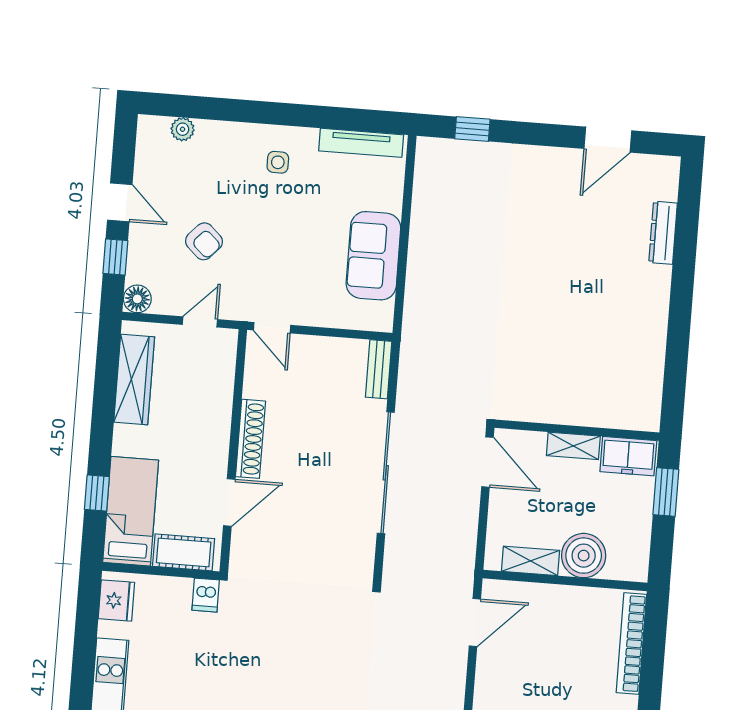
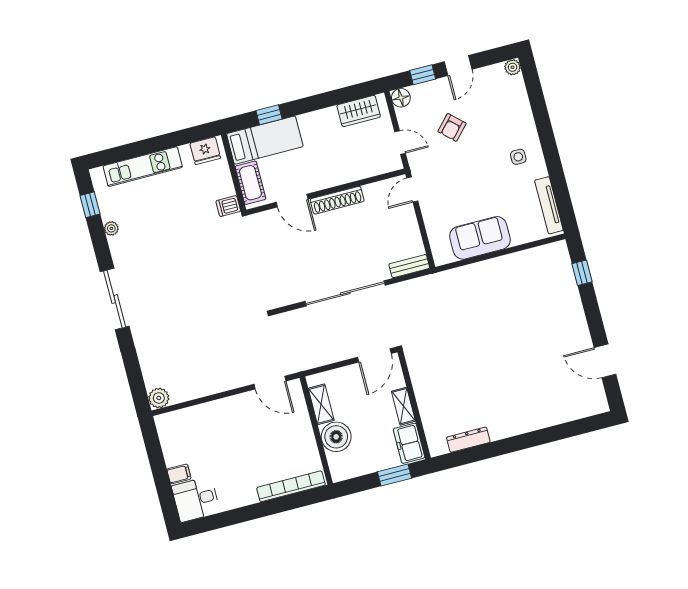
plant: (183, 129) -> (513, 67), moved
dresser: (663, 233) -> (468, 440), moved
wardrobe: (134, 379) -> (359, 111), width x0.67

